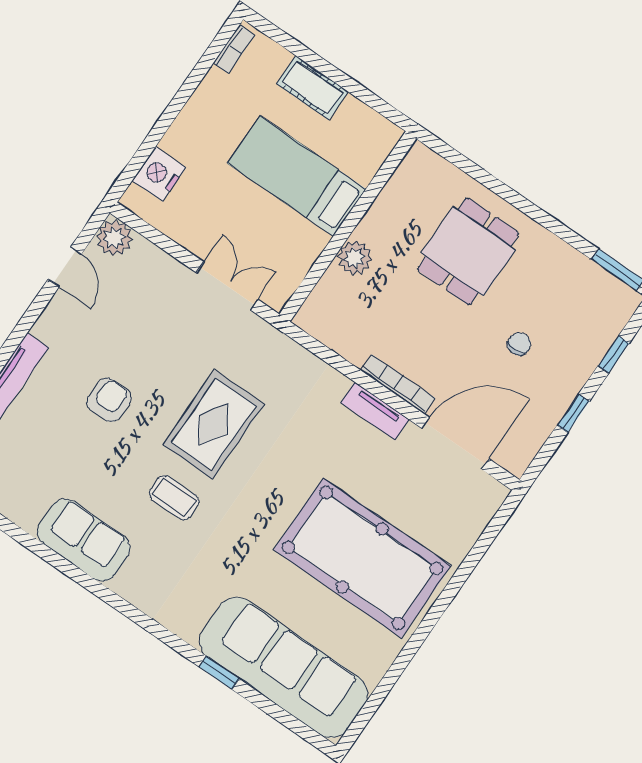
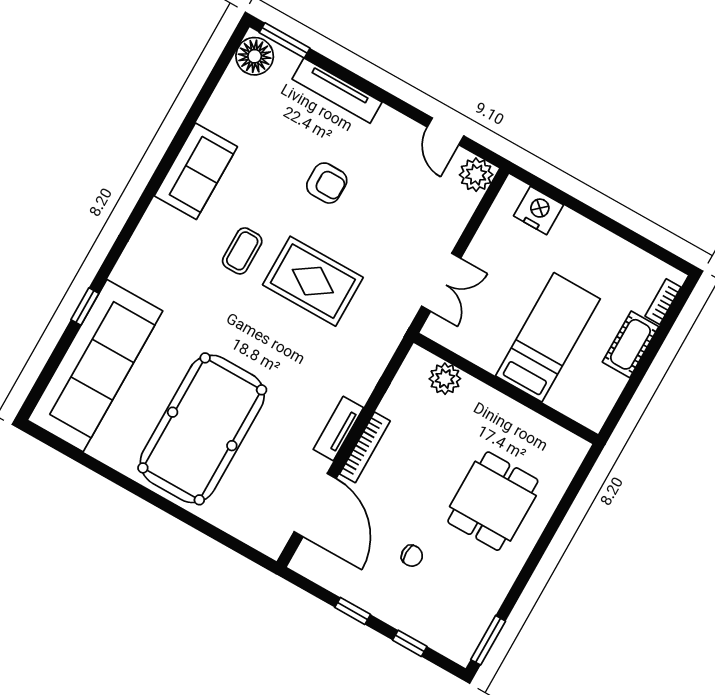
bookcase: (234, 49) -> (663, 302), moved, turned 90
dining table: (468, 251) -> (493, 501), turned 90
plant: (355, 258) -> (445, 379), moved
door: (65, 267) -> (446, 131), hinge flipped

